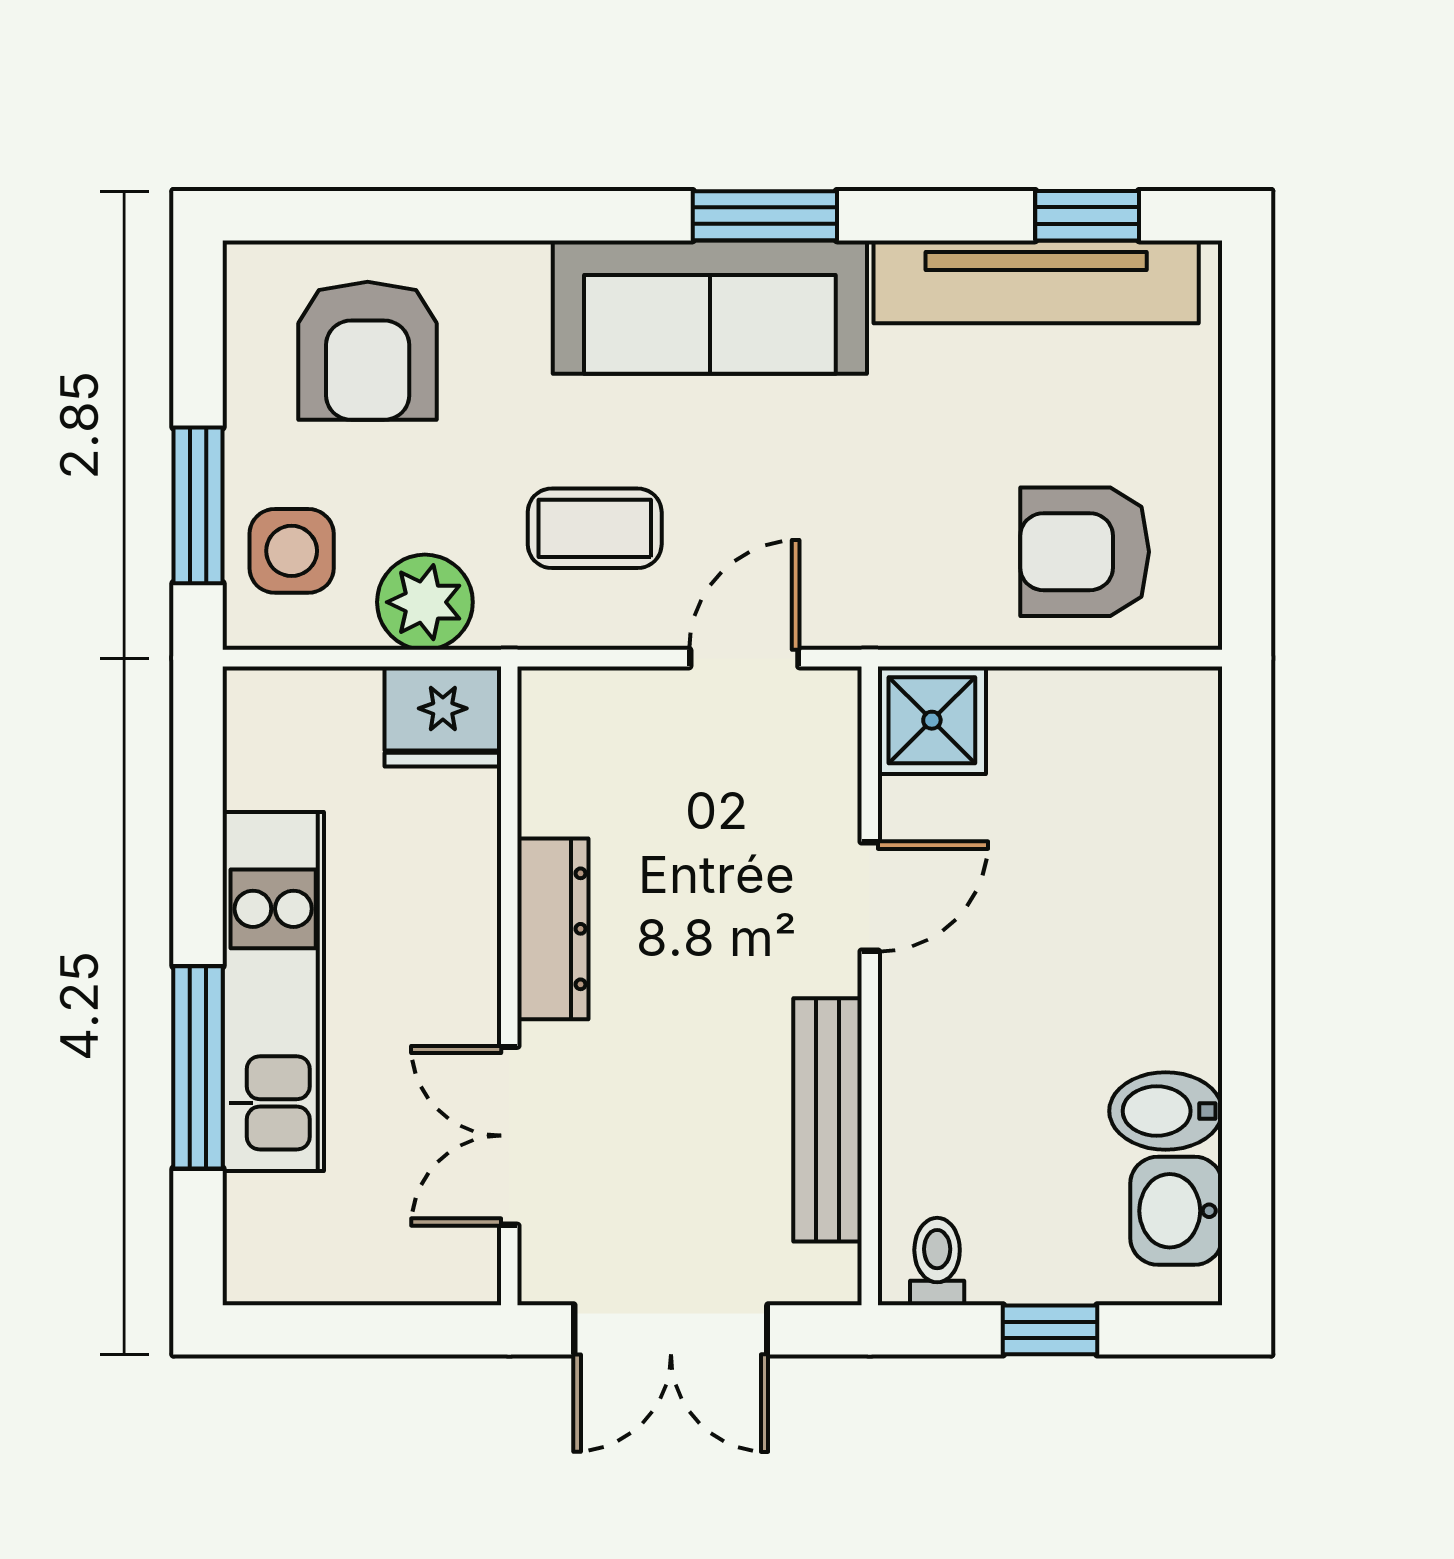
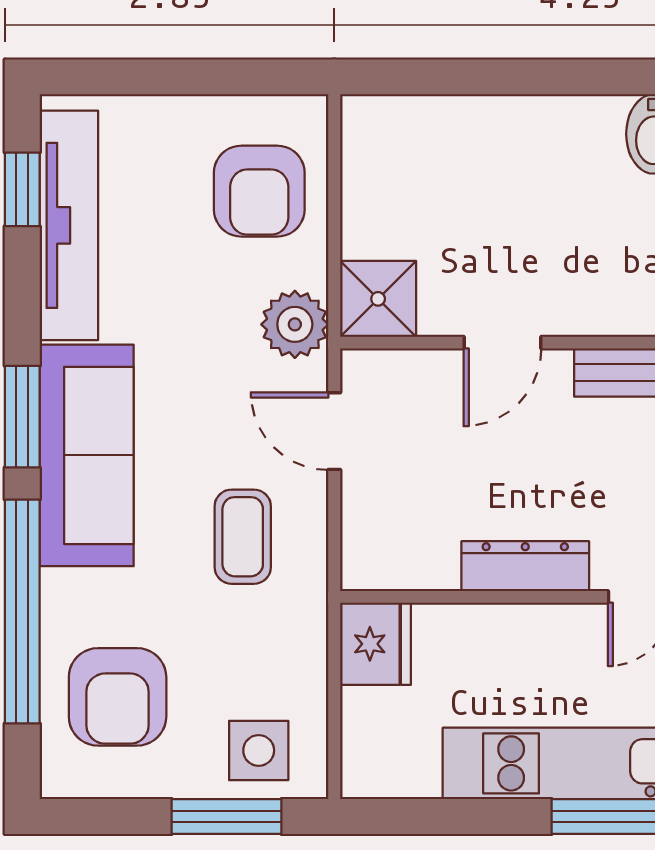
window: (489, 216) -> (22, 612), added
armchair: (368, 351) -> (118, 697), turned 90
plant: (425, 602) -> (295, 324), moved
door: (870, 897) -> (502, 343), swing flipped

